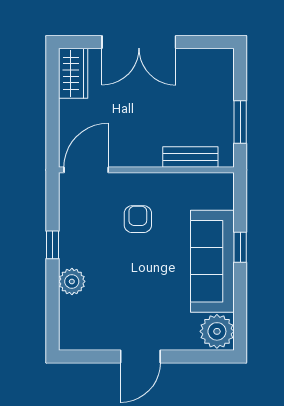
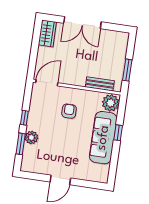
window: (52, 297) -> (21, 144), added
plant: (217, 331) -> (111, 103), moved

